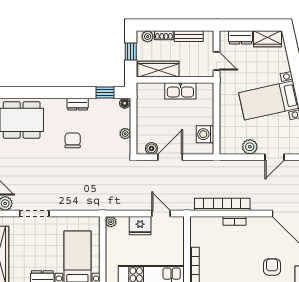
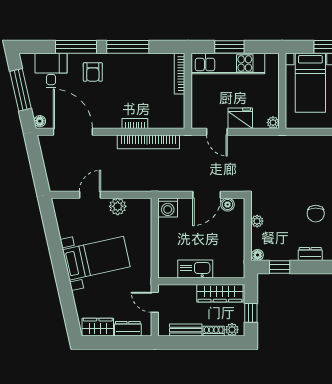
washing machine: (205, 134) -> (168, 207), moved, turned 90

